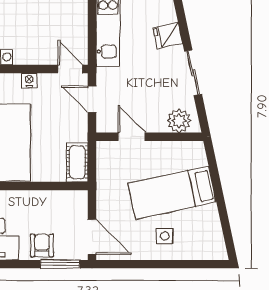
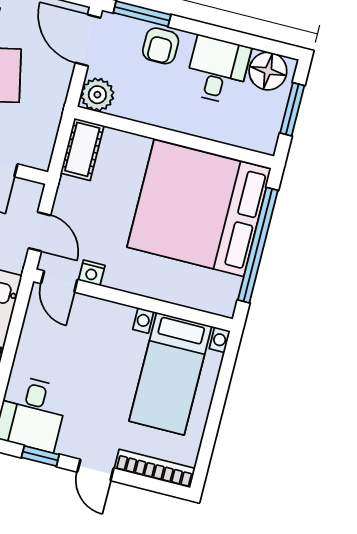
nightstand: (29, 80) -> (92, 273), moved
plant: (76, 202) -> (97, 95), added

